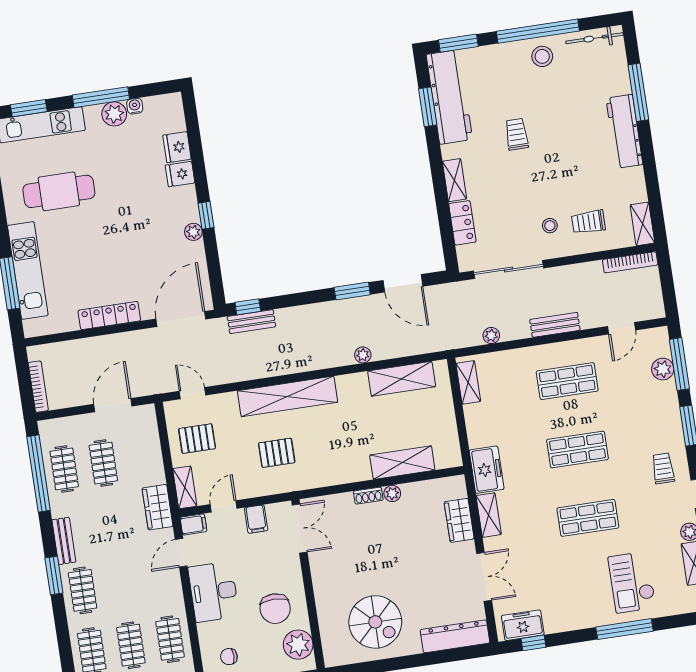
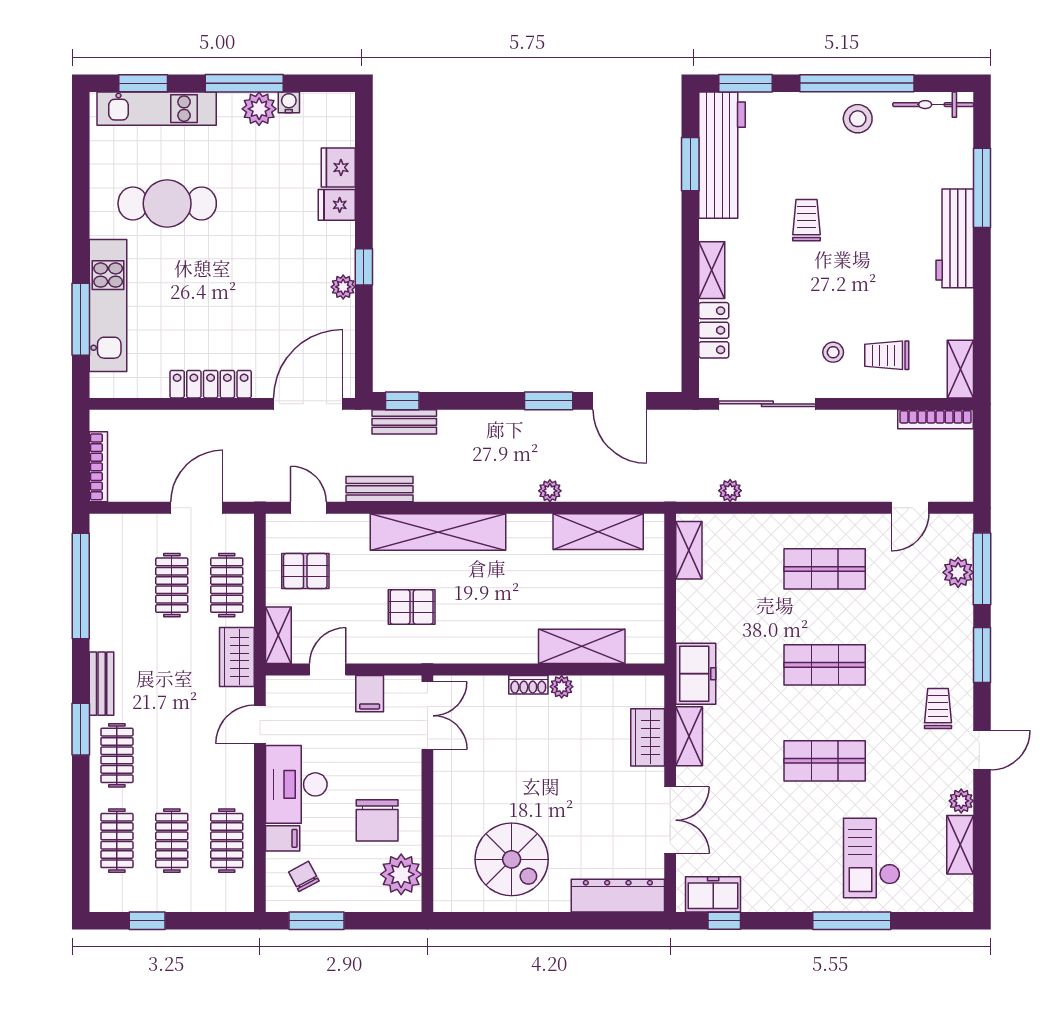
bench: (555, 325) -> (380, 489), moved
clothes rail: (64, 469) -> (227, 585), moved
filing cabinet: (193, 524) -> (283, 838), moved
chair: (229, 657) -> (304, 876), turned 62

